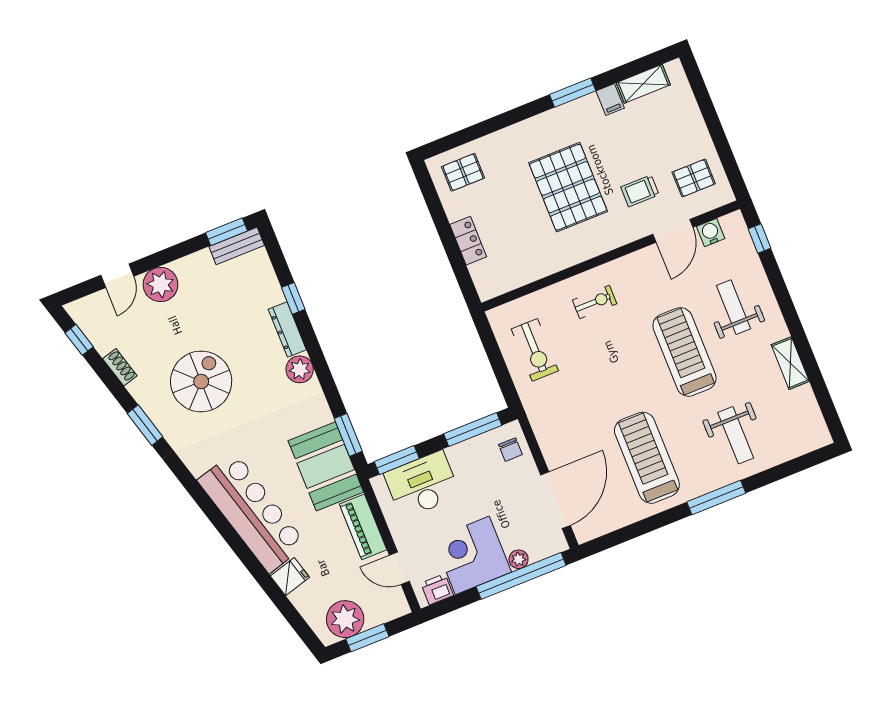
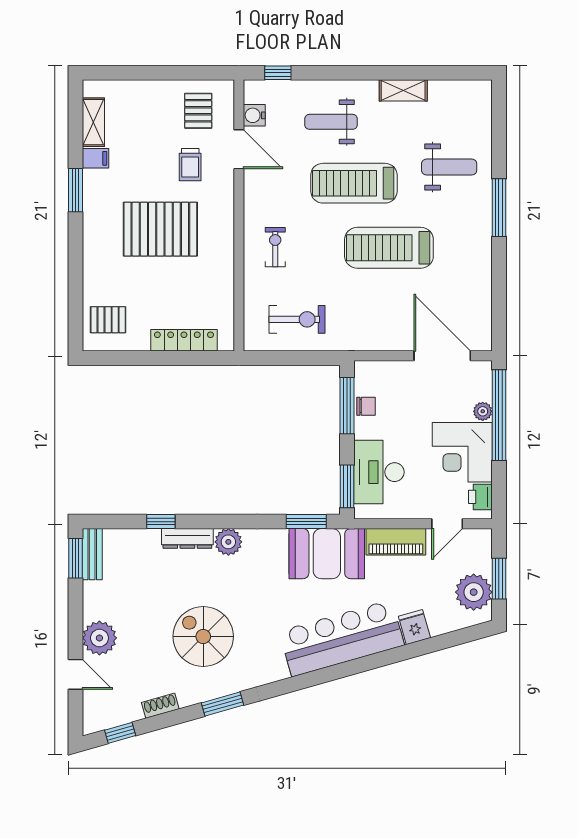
pallet: (463, 172) -> (108, 320), turned 90
locker: (468, 241) -> (184, 340), width x1.53
chair: (510, 450) -> (366, 406), moved
treadmill: (647, 458) -> (389, 248), moved

